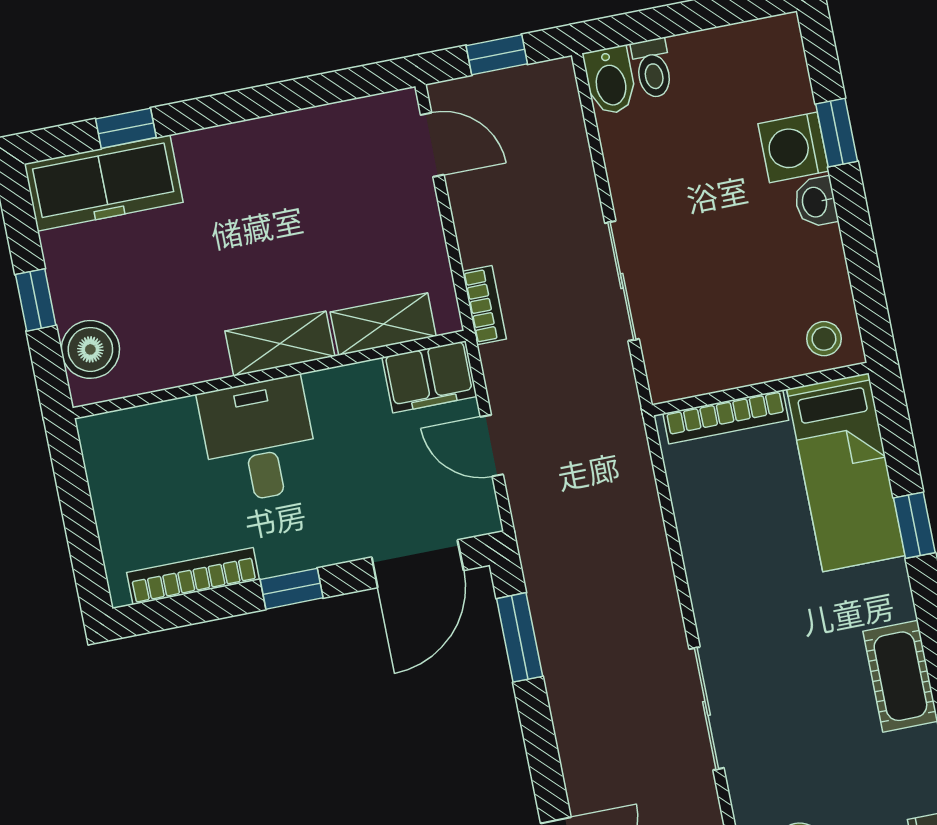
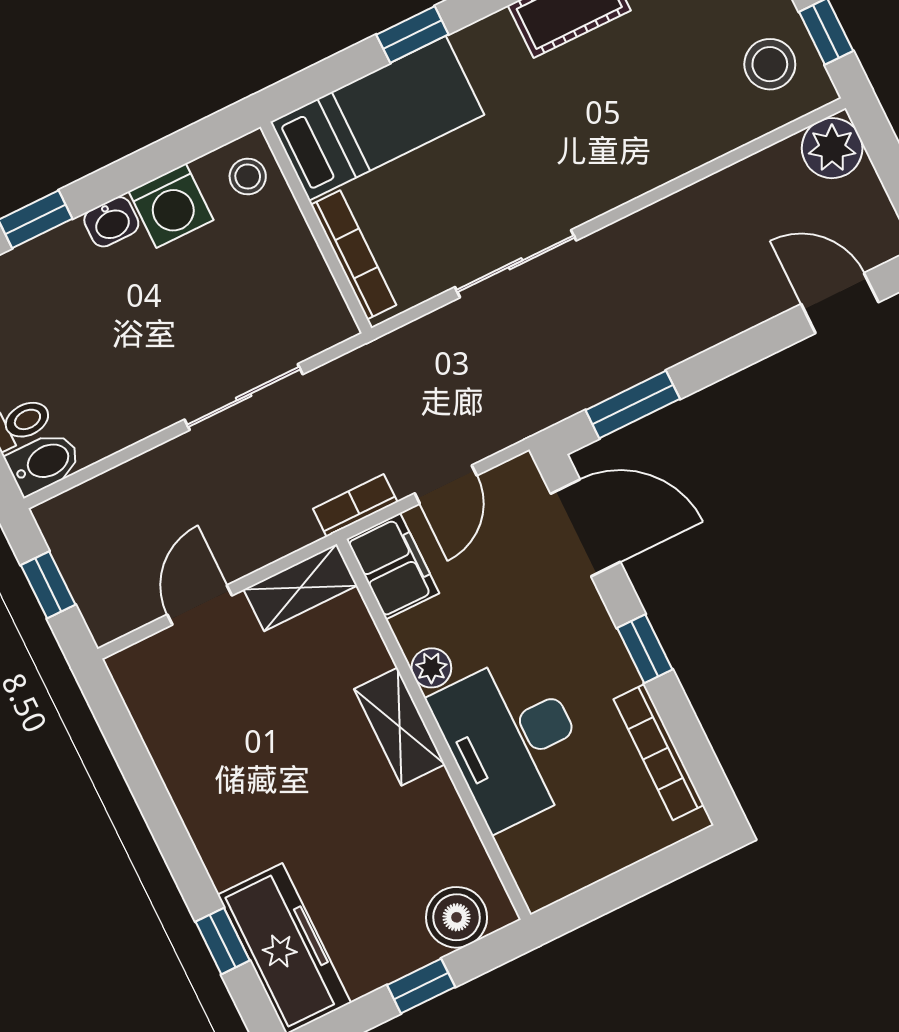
door: (432, 145) -> (200, 605), moved
washing machine: (793, 147) -> (171, 206), moved
bookcase: (484, 305) -> (355, 505), moved
shelving: (383, 324) -> (300, 588), moved, turned 90
plant: (326, 387) -> (431, 668), added
desk: (259, 440) -> (512, 741), width x1.37
sliding door: (707, 708) -> (516, 264), moved

